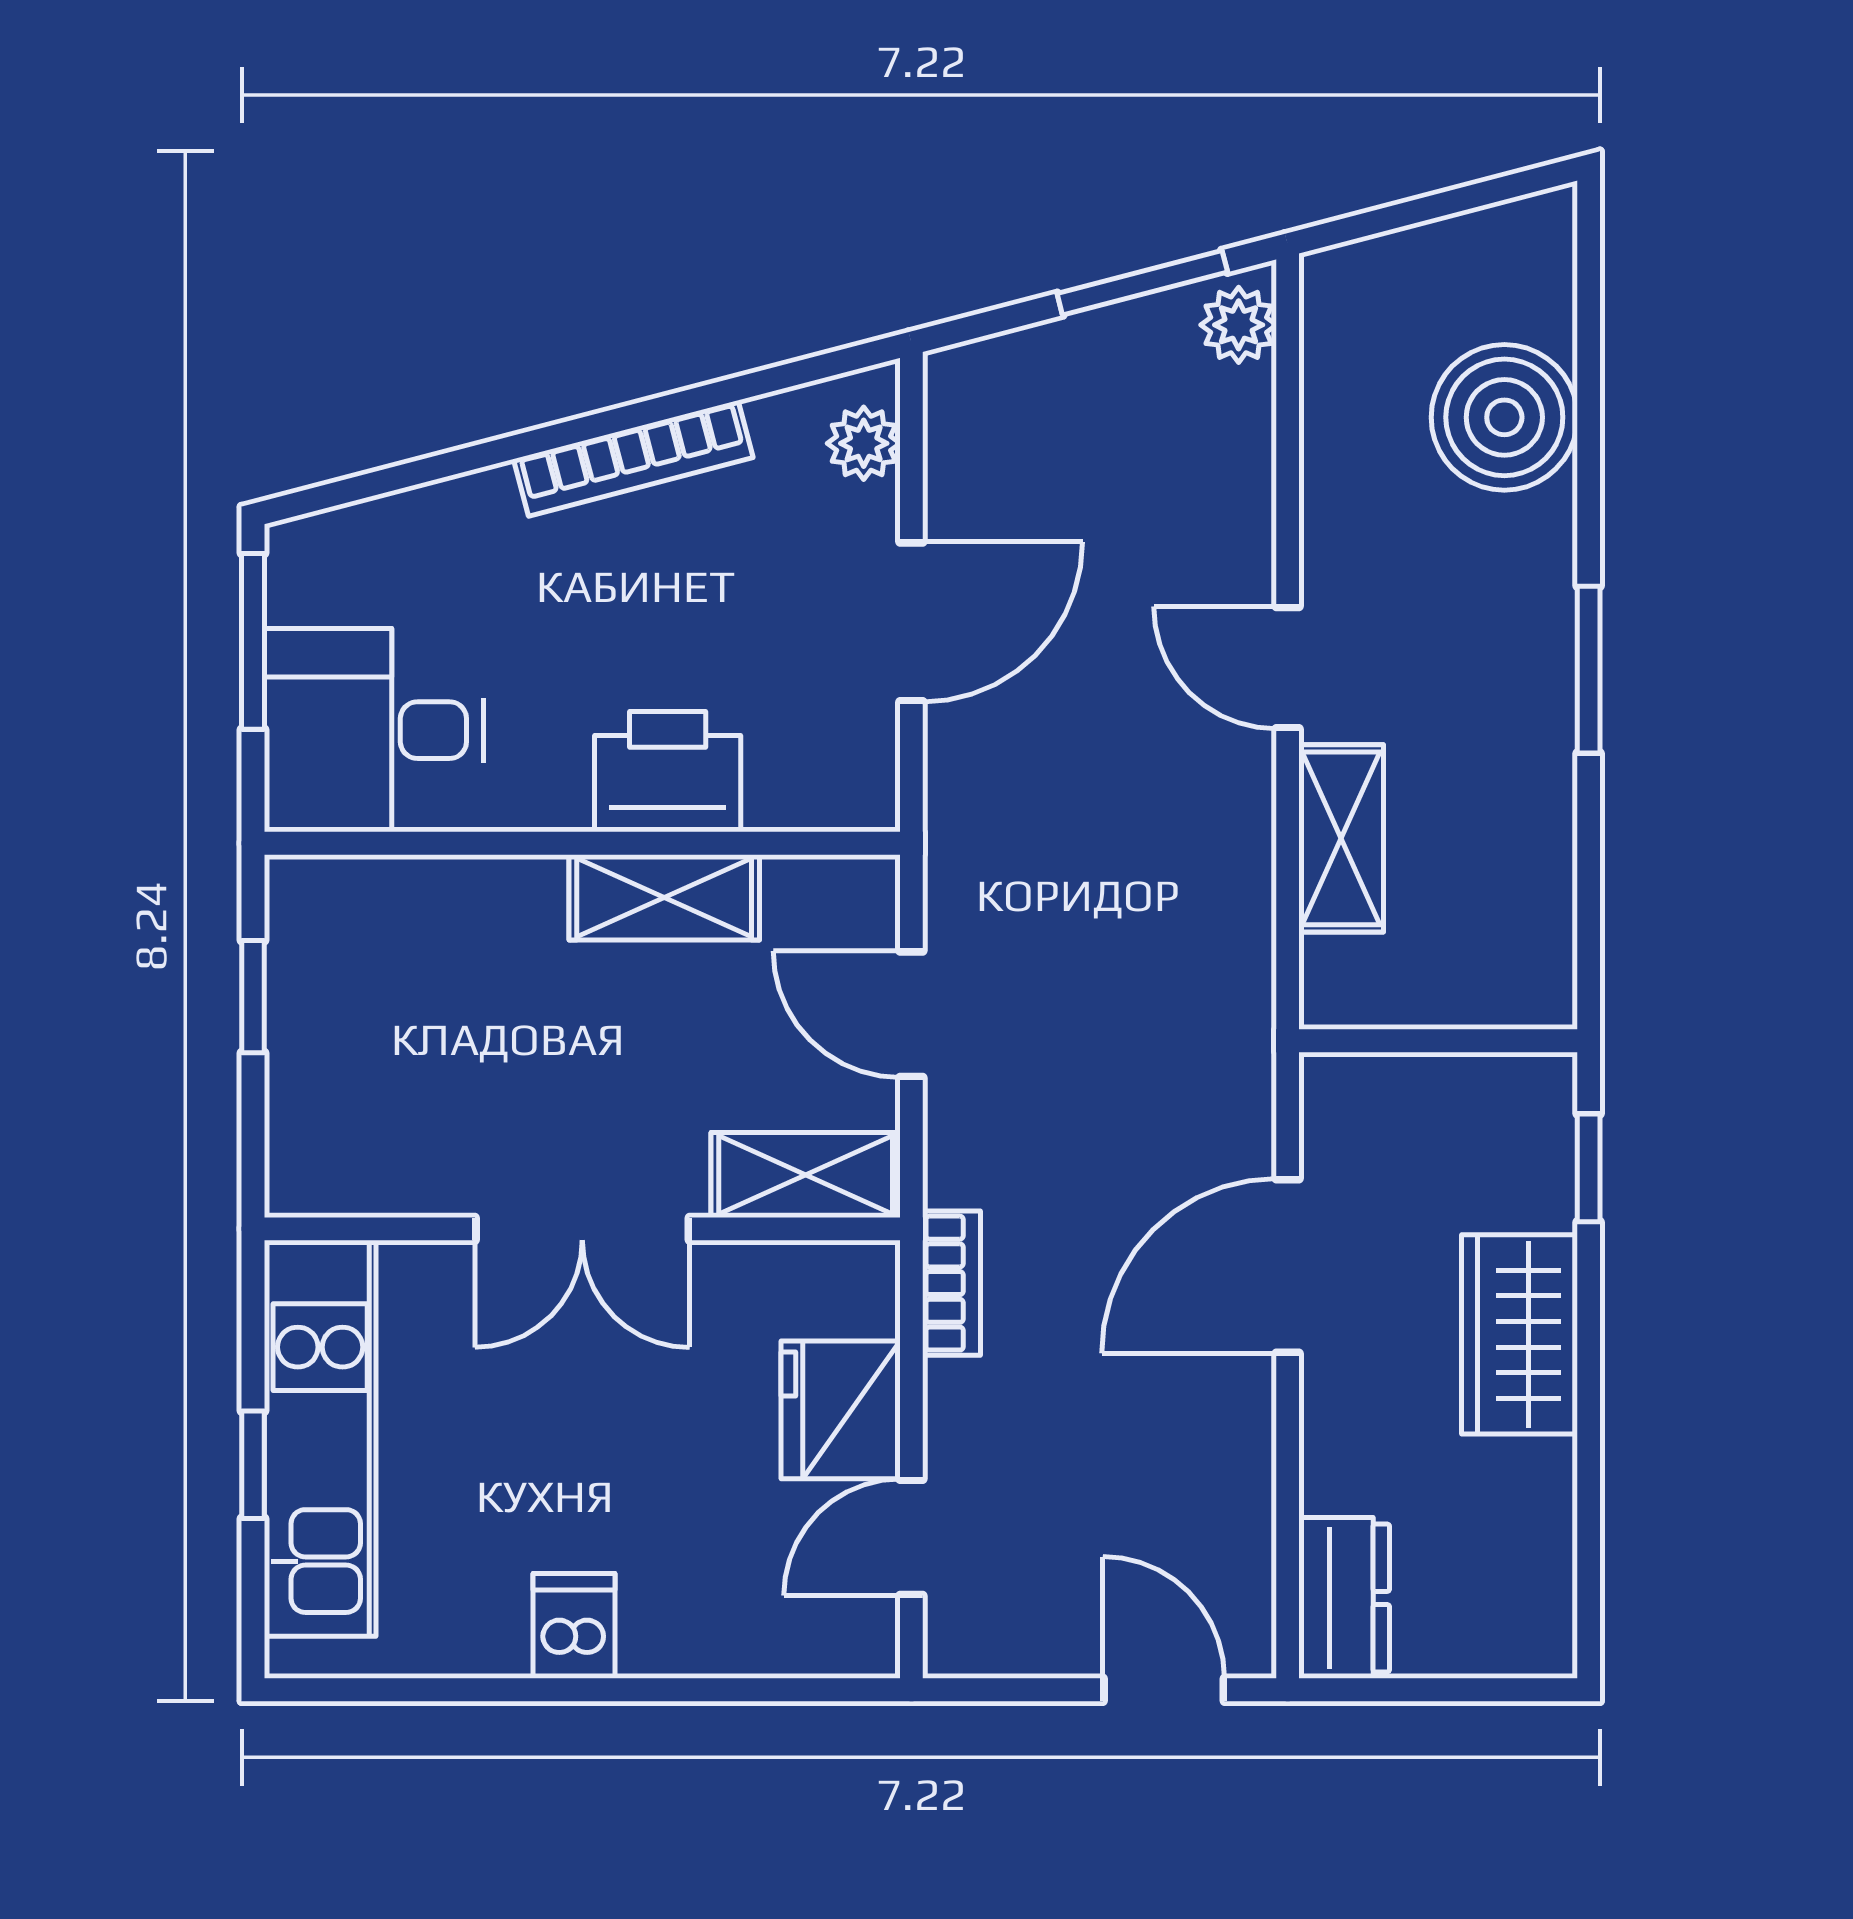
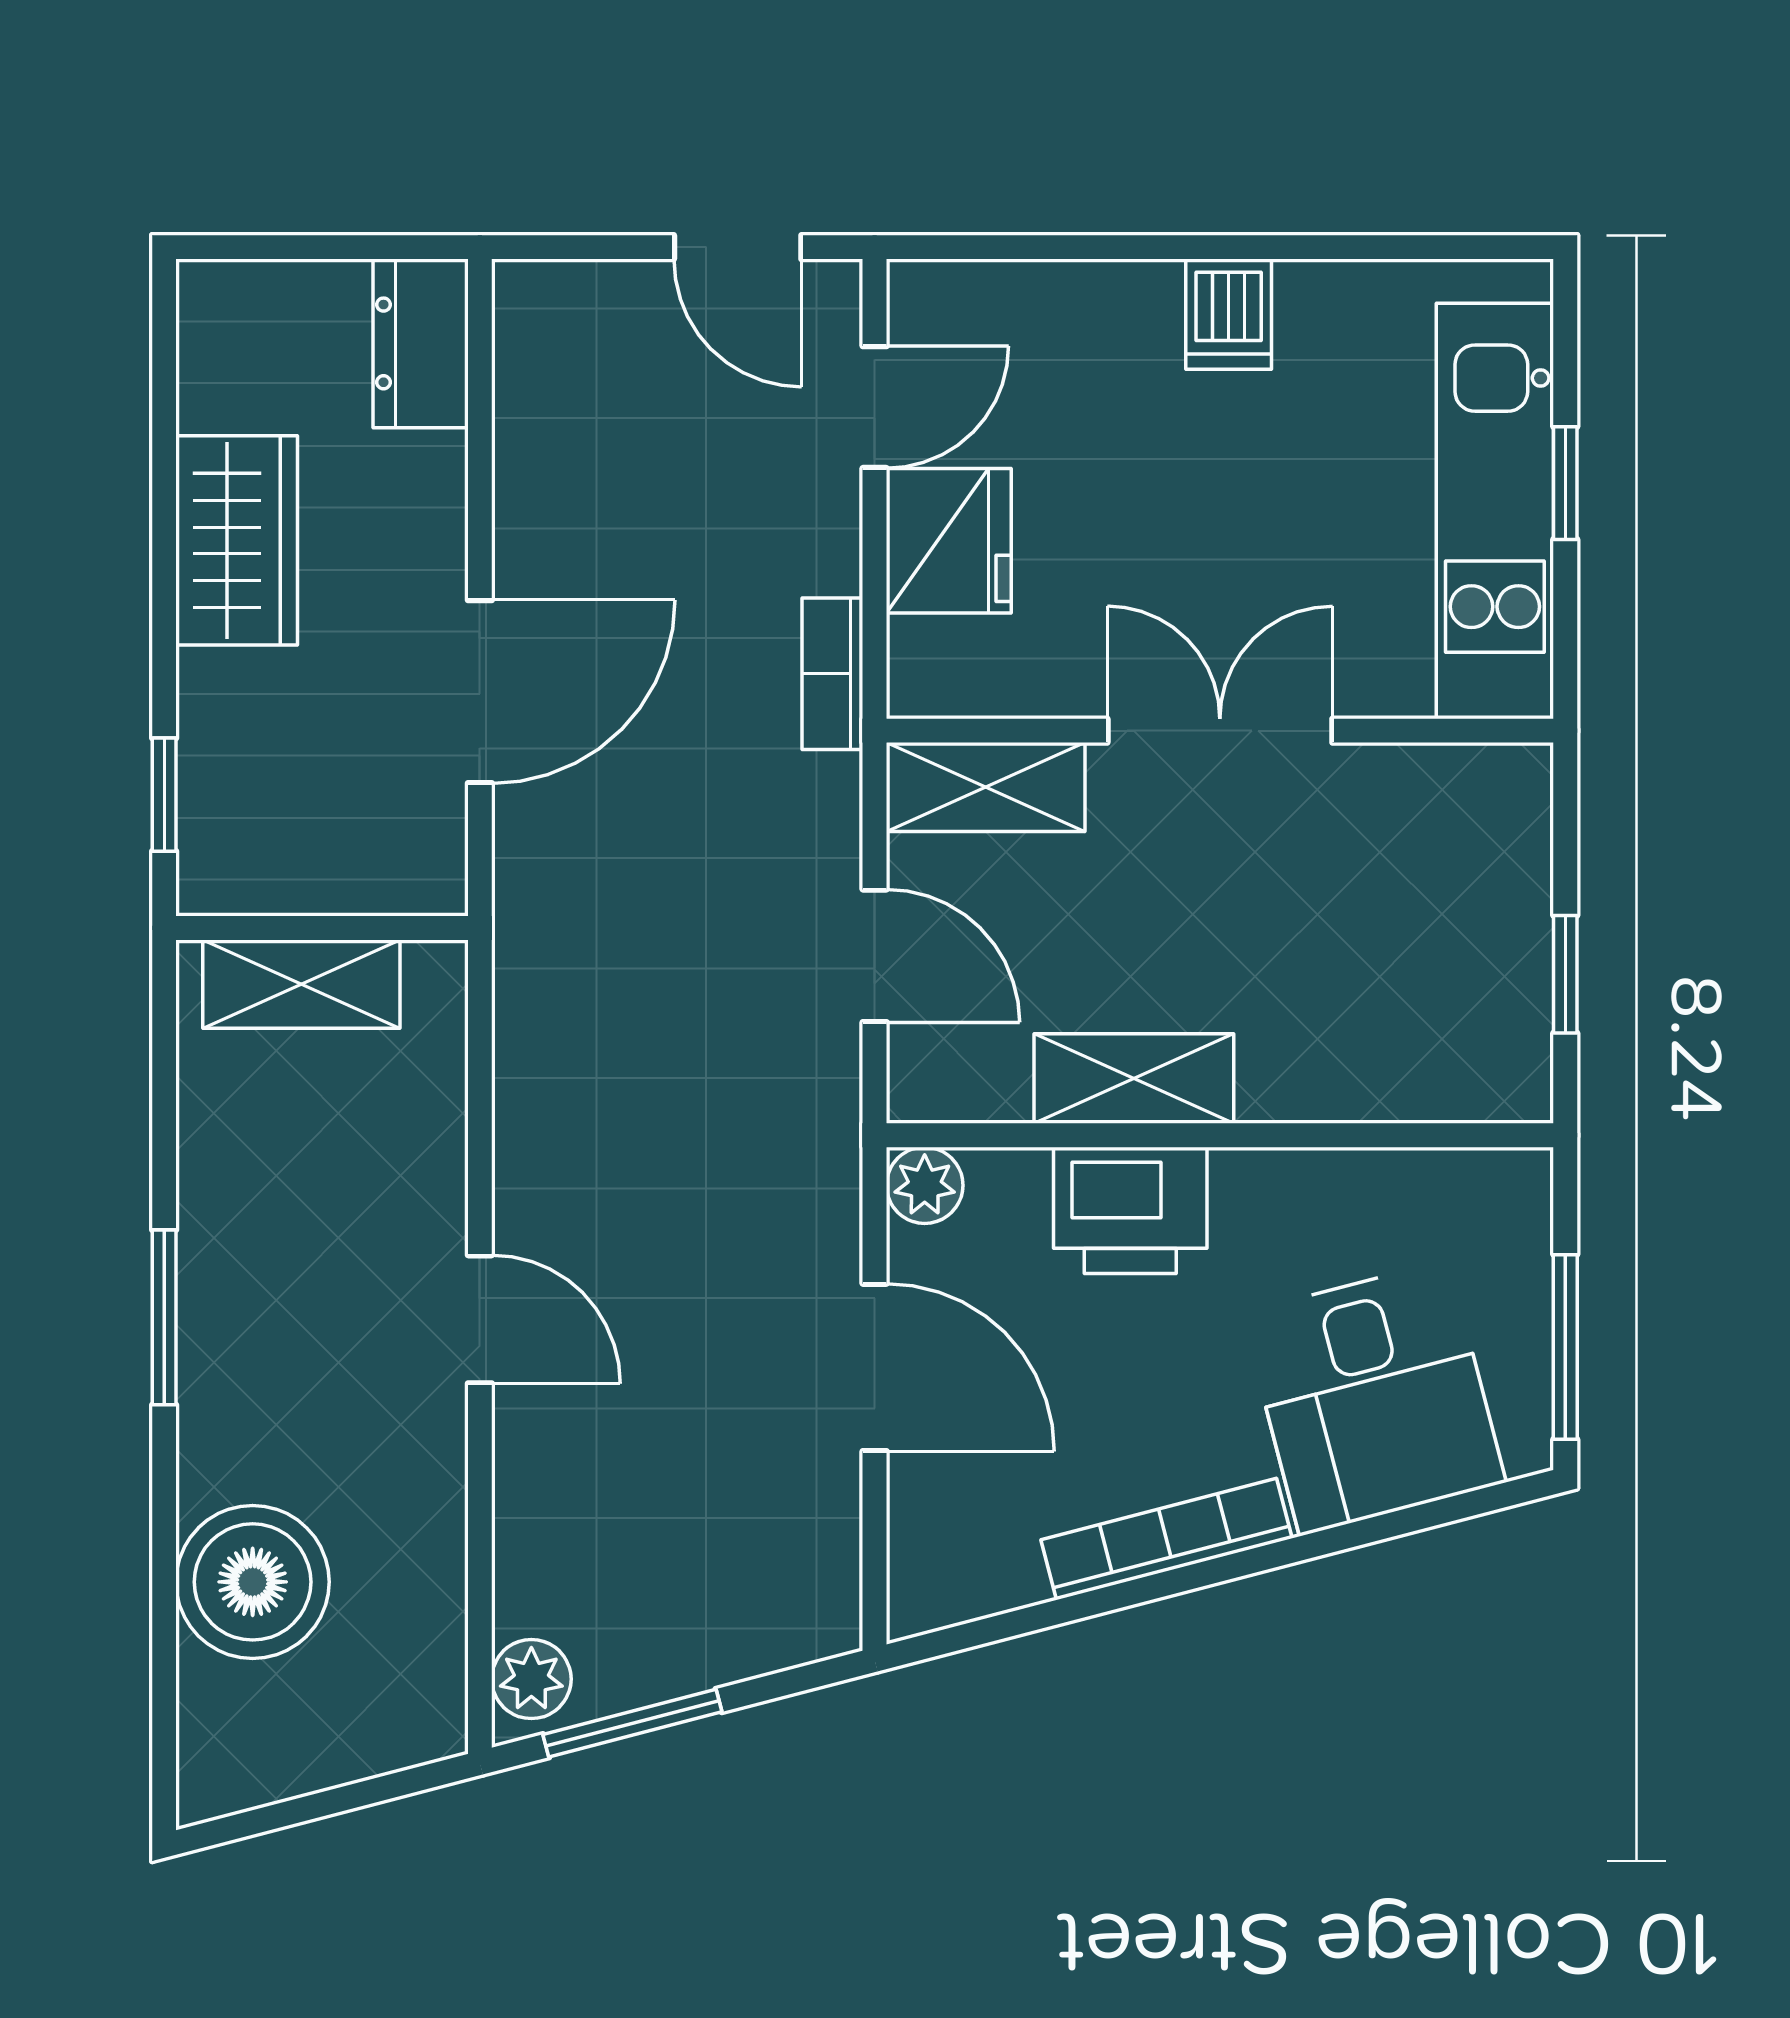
plant: (864, 443) -> (925, 1185), moved
door: (911, 622) -> (875, 1367), swing flipped
desk: (374, 730) -> (1374, 1398), moved, turned 75
shelving: (1341, 838) -> (301, 984), moved, turned 90
wardrobe: (1519, 1334) -> (237, 540), moved
door: (1164, 1690) -> (738, 247), moved

